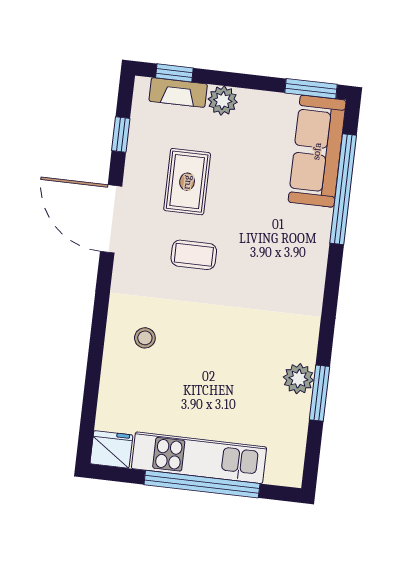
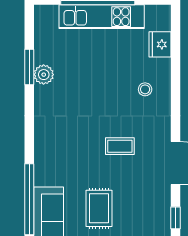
rug: (187, 182) -> (99, 208), moved
fridge: (111, 449) -> (160, 44), moved, turned 90

